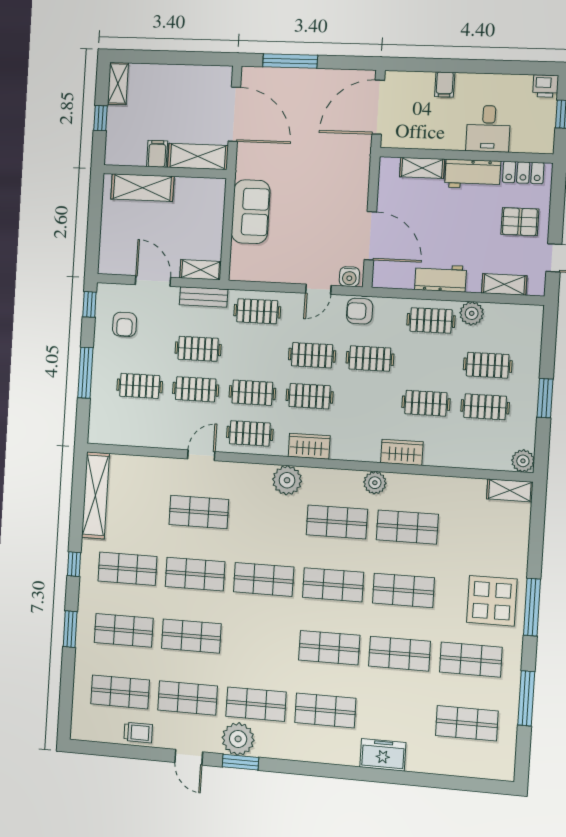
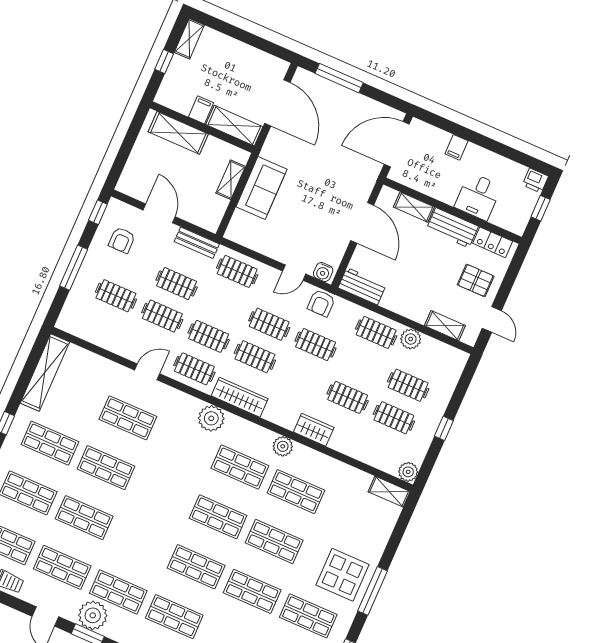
door: (370, 236) -> (362, 223), moved
shelving: (200, 270) -> (231, 180), moved, turned 90
workbench: (441, 278) -> (362, 286), moved
armchair: (360, 311) -> (321, 303), turned -90
window: (545, 398) -> (444, 428), width x0.67
wardrobe: (309, 446) -> (240, 397), width x1.50
shop shelf: (264, 579) -> (162, 492), removed

